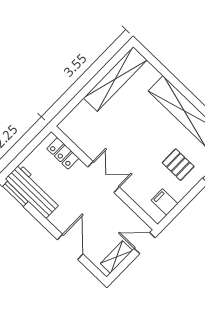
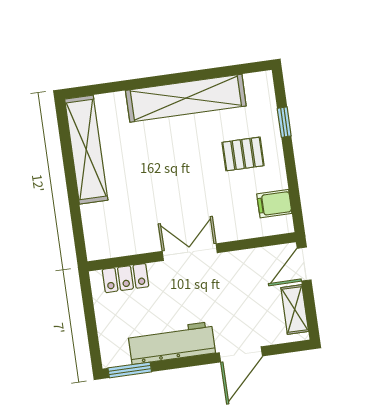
workbench: (33, 191) -> (172, 343), moved
door: (70, 247) -> (241, 354), swing flipped

